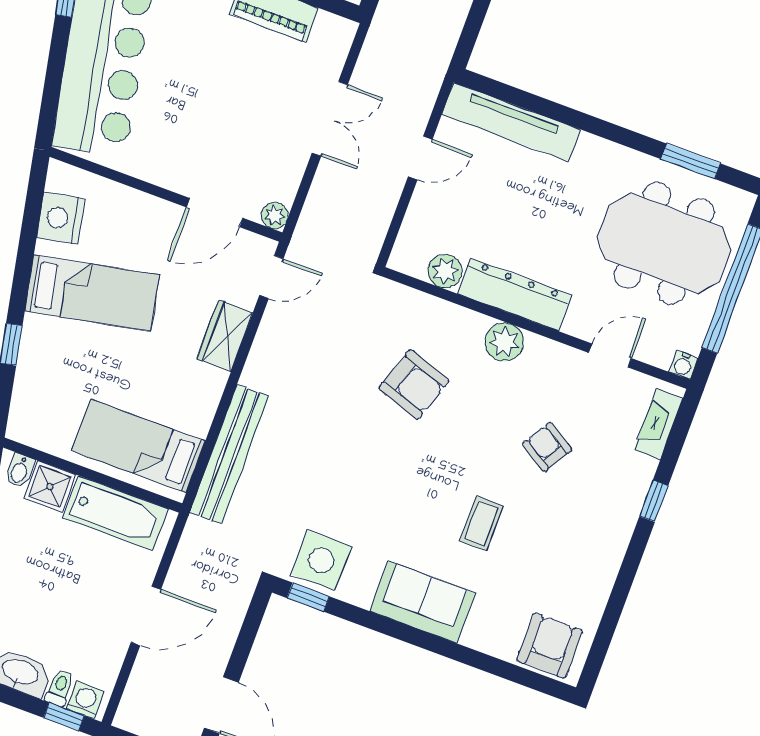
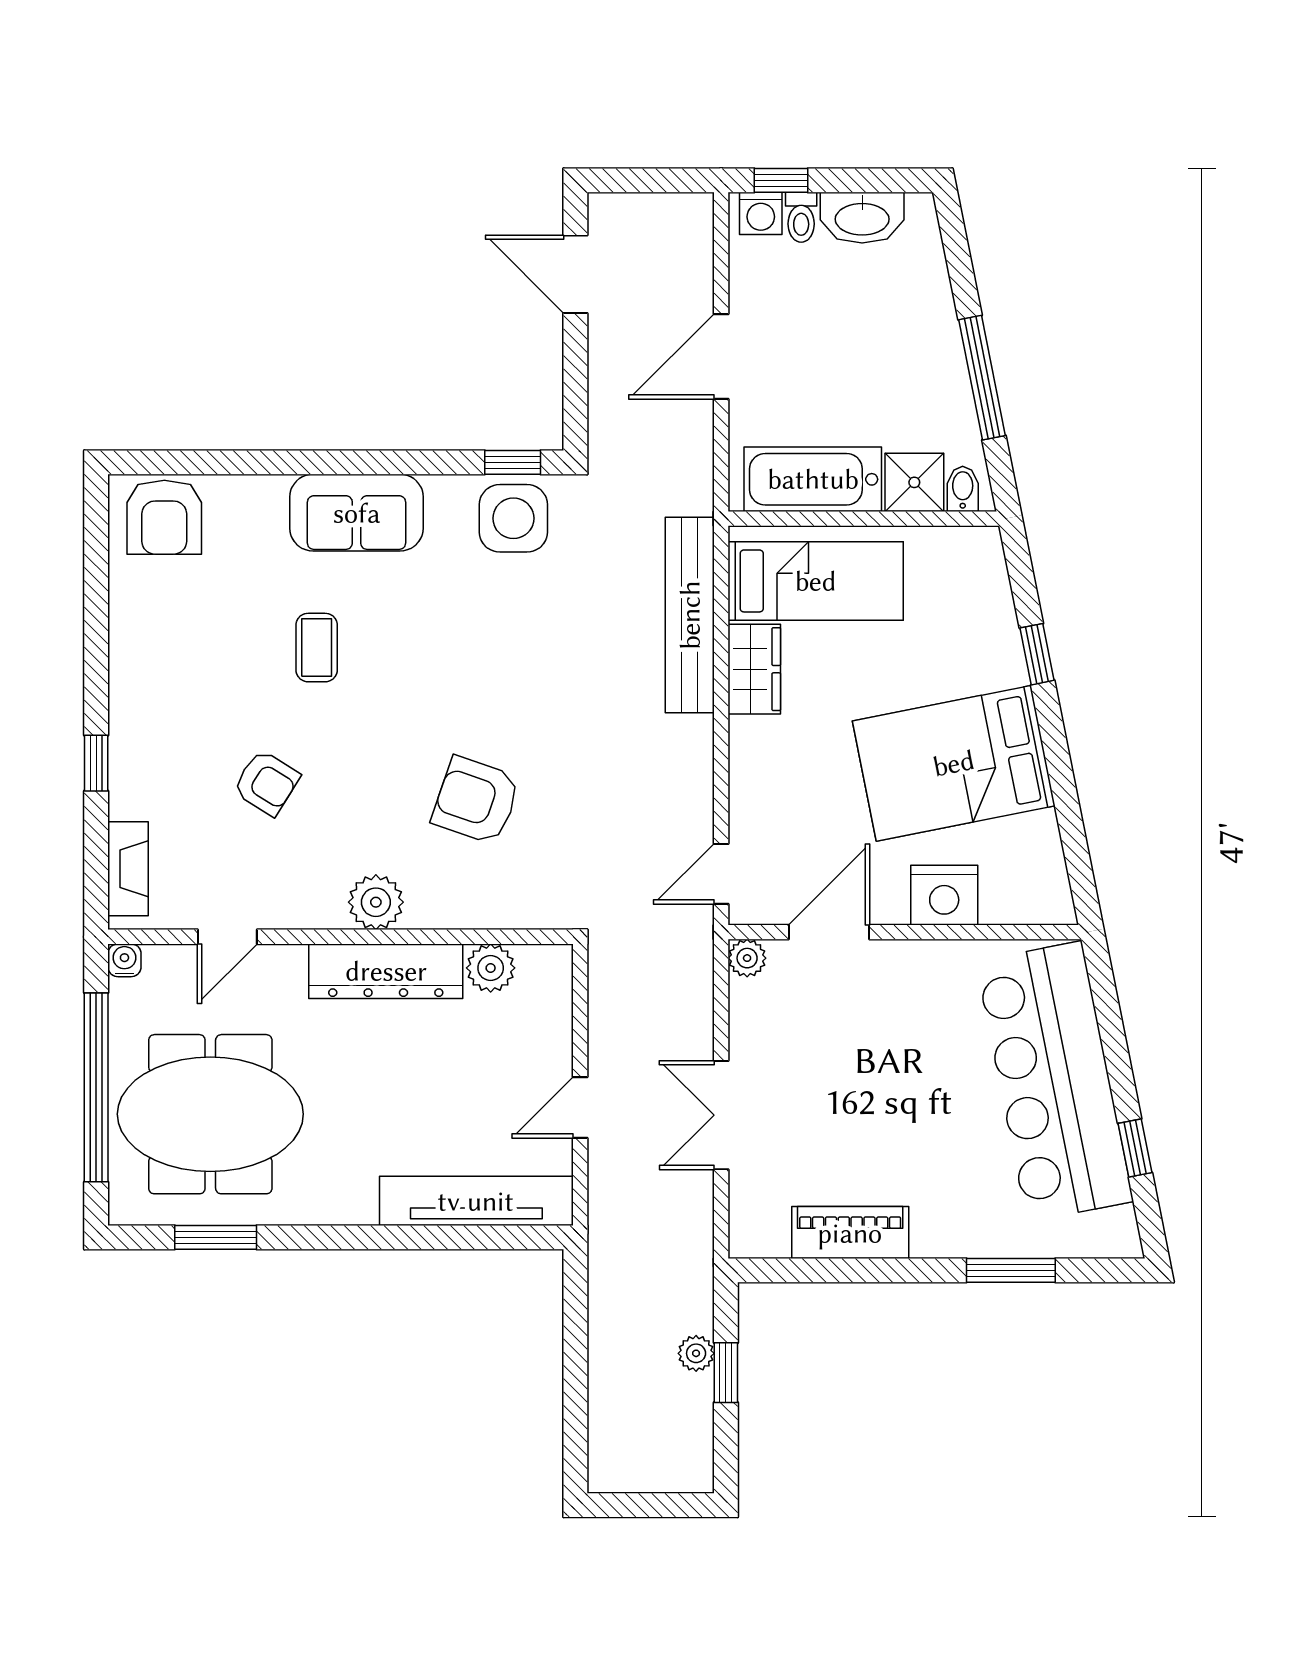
nightstand: (61, 218) -> (944, 895), moved, turned 101
bed: (92, 293) -> (954, 763), width x1.50
wardrobe: (225, 336) -> (754, 669), moved

